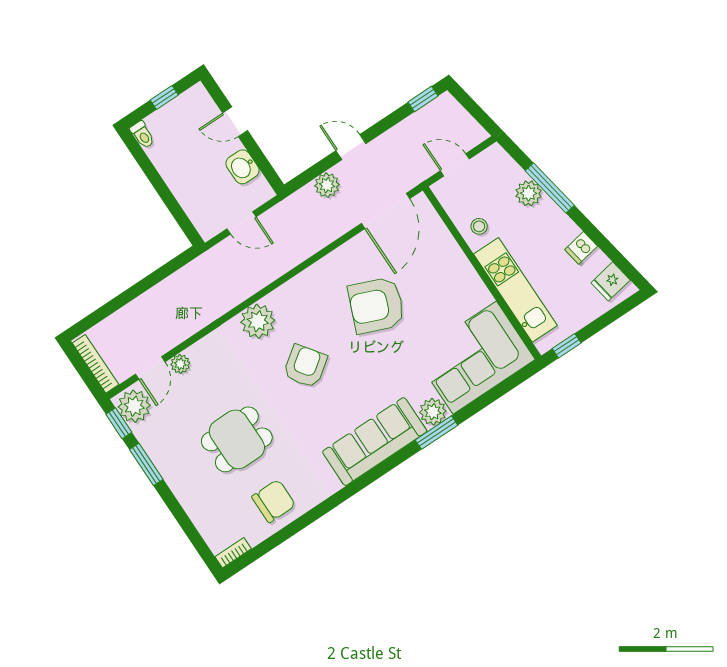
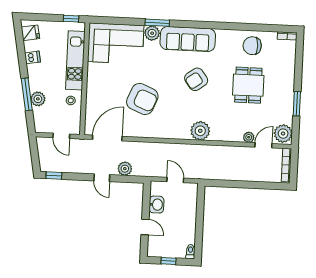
armchair: (305, 366) -> (196, 79), moved
window: (119, 423) -> (296, 131), removed
dining table: (237, 439) -> (248, 85), turned 90

